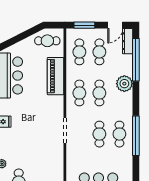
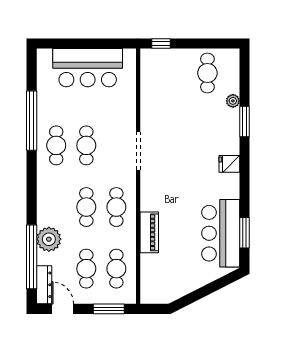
door: (115, 25) -> (63, 309), hinge flipped
cafe table: (47, 41) -> (164, 285), removed
piano: (56, 76) -> (149, 232), width x0.73, depth x0.75
plant: (124, 84) -> (49, 239), moved
window: (136, 136) -> (32, 121), moved

